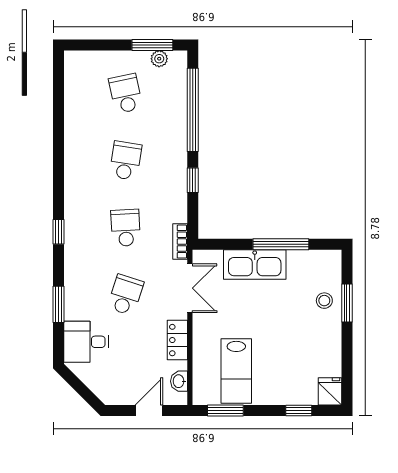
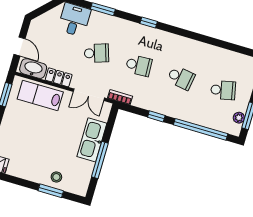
school desk: (126, 295) -> (97, 53), turned -36
lab bench: (236, 371) -> (40, 95), moved
washbasin: (179, 381) -> (33, 69), width x1.91, depth x1.45

